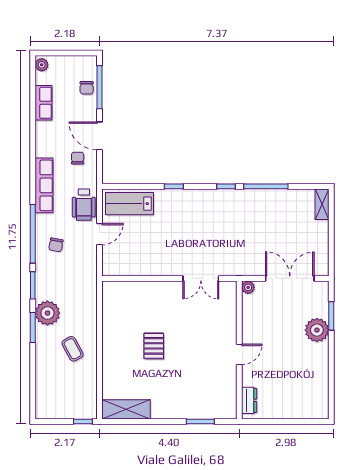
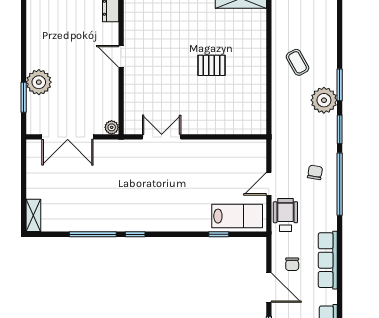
row of seats: (44, 185) -> (328, 260), moved
window: (174, 186) -> (219, 234), moved
pallet: (154, 346) -> (212, 65), turned 90
door: (239, 354) -> (121, 56), hinge flipped

